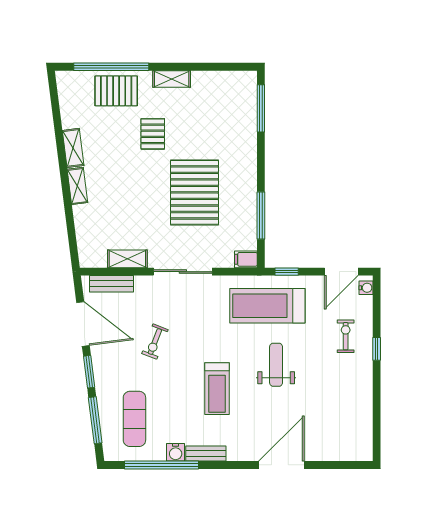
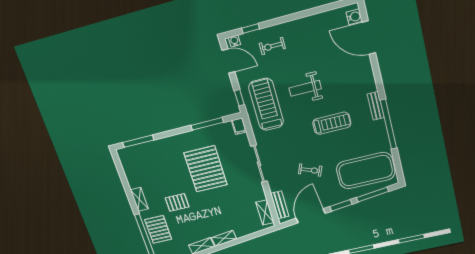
pallet: (194, 192) -> (206, 169), turned 90
shelving: (127, 259) -> (265, 212), moved
treadmill: (267, 306) -> (266, 104), turned 180
window: (377, 349) -> (251, 29), moved
exercise mat: (134, 419) -> (366, 171), width x2.00, depth x1.45
water cooler: (176, 452) -> (354, 17), moved
bench: (206, 454) -> (376, 106), moved
window: (162, 465) -> (388, 124), moved
door: (281, 465) -> (369, 38), moved

